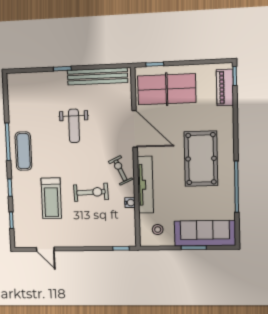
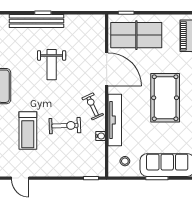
bench: (97, 76) -> (36, 21), moved

